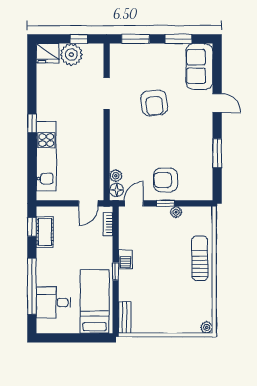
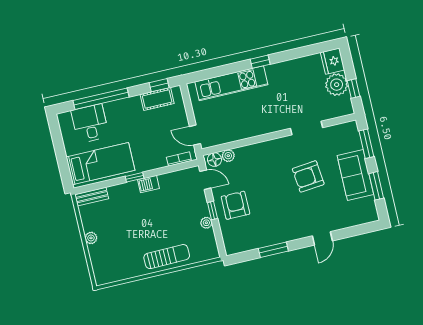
sofa: (199, 67) -> (355, 175), moved, turned -90
plant: (207, 327) -> (91, 238), moved

